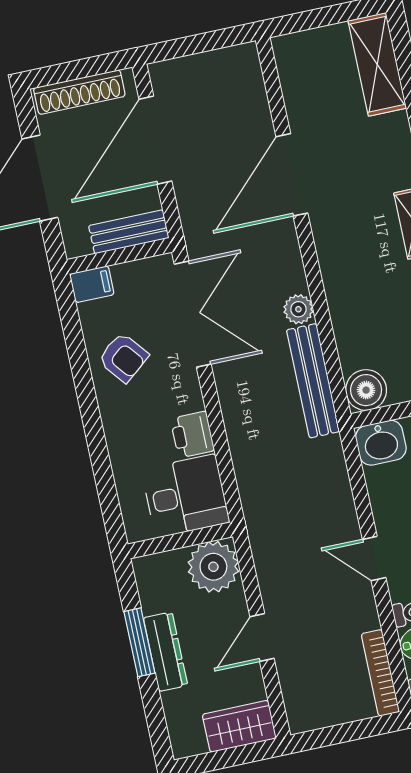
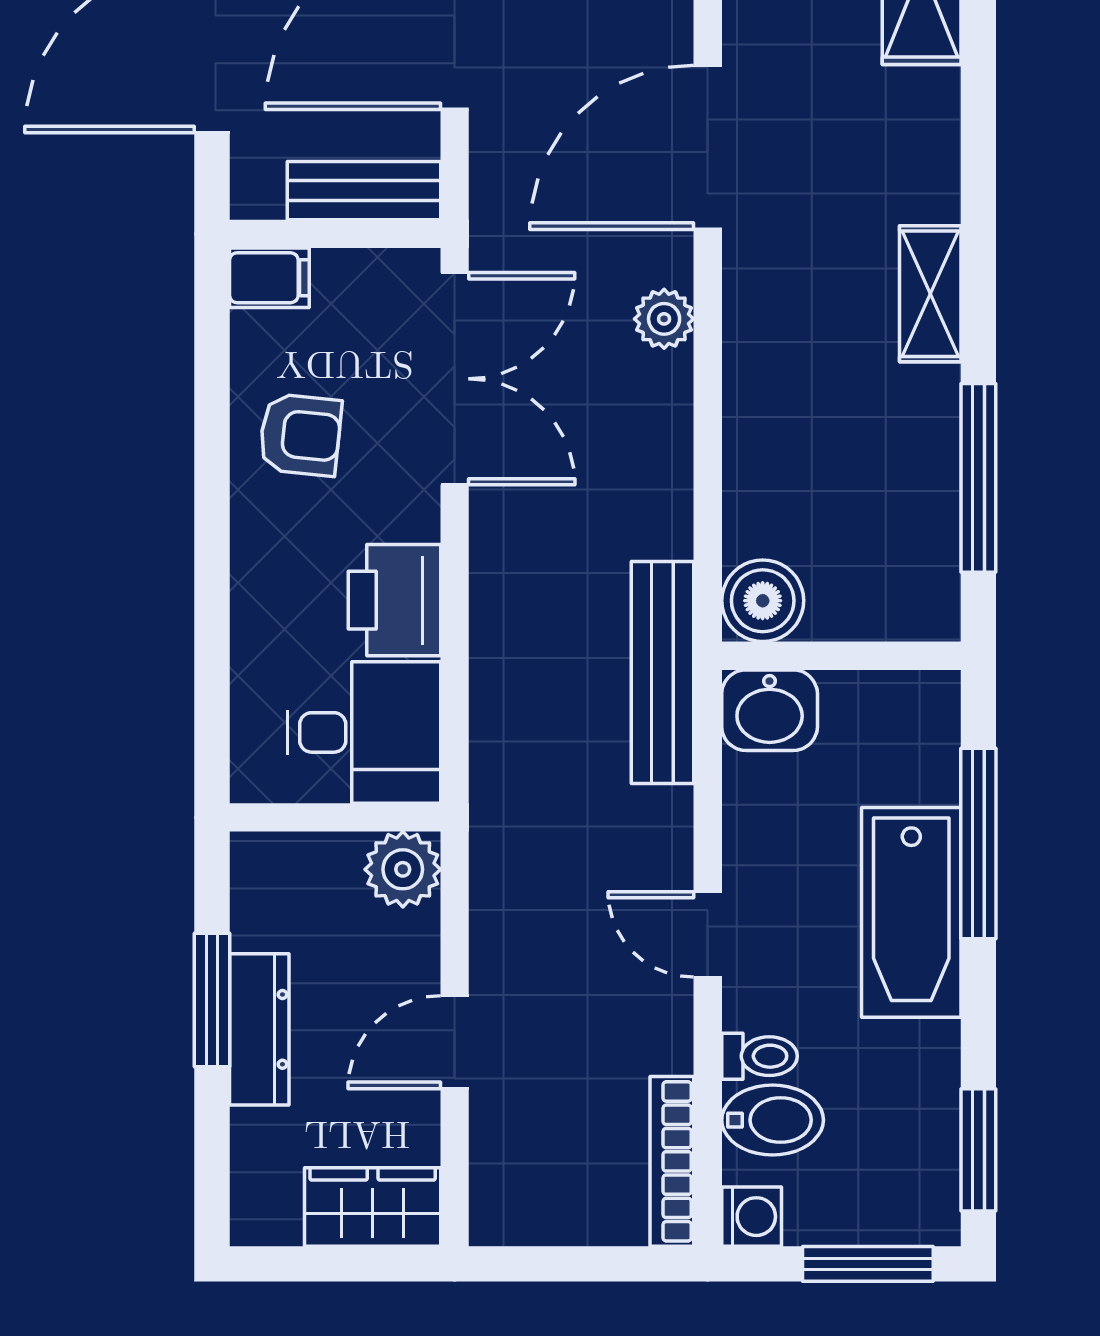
plant: (298, 309) -> (664, 319), moved
armchair: (123, 358) -> (300, 435), turned -45
bench: (313, 381) -> (663, 673), moved
printer: (192, 435) -> (394, 600), width x1.36, depth x1.24
plant: (213, 567) -> (403, 869), width x0.73, depth x0.73

